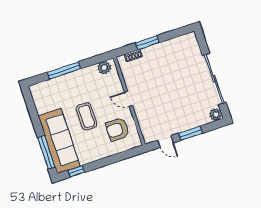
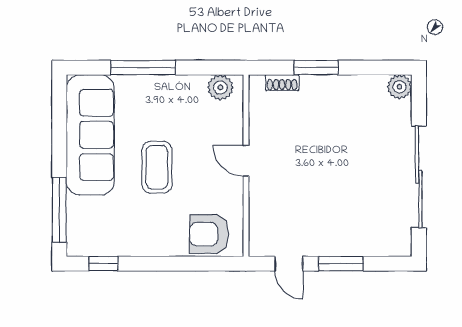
plant: (216, 115) -> (400, 87), moved
armchair: (117, 129) -> (209, 234), moved
sofa: (59, 141) -> (90, 135), moved

